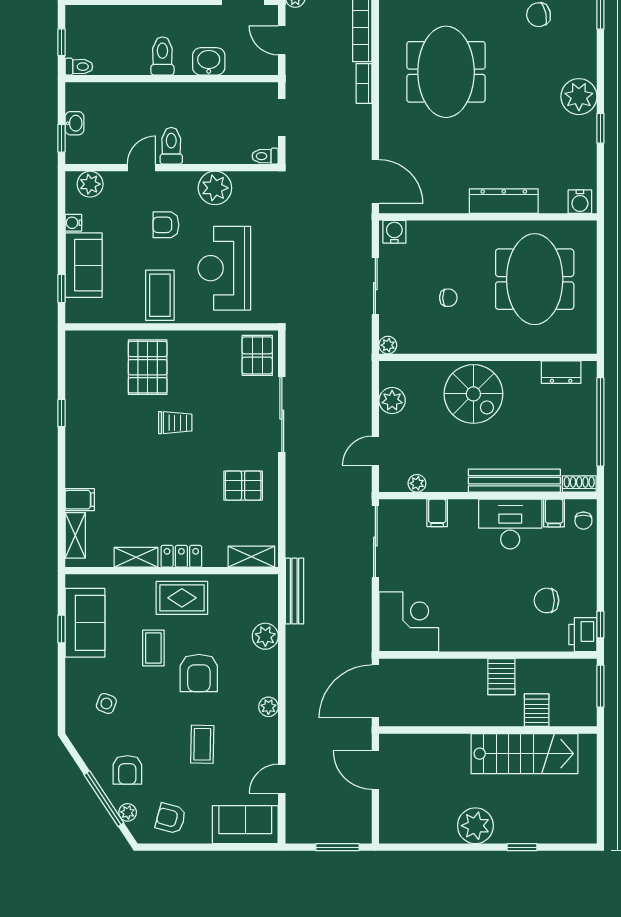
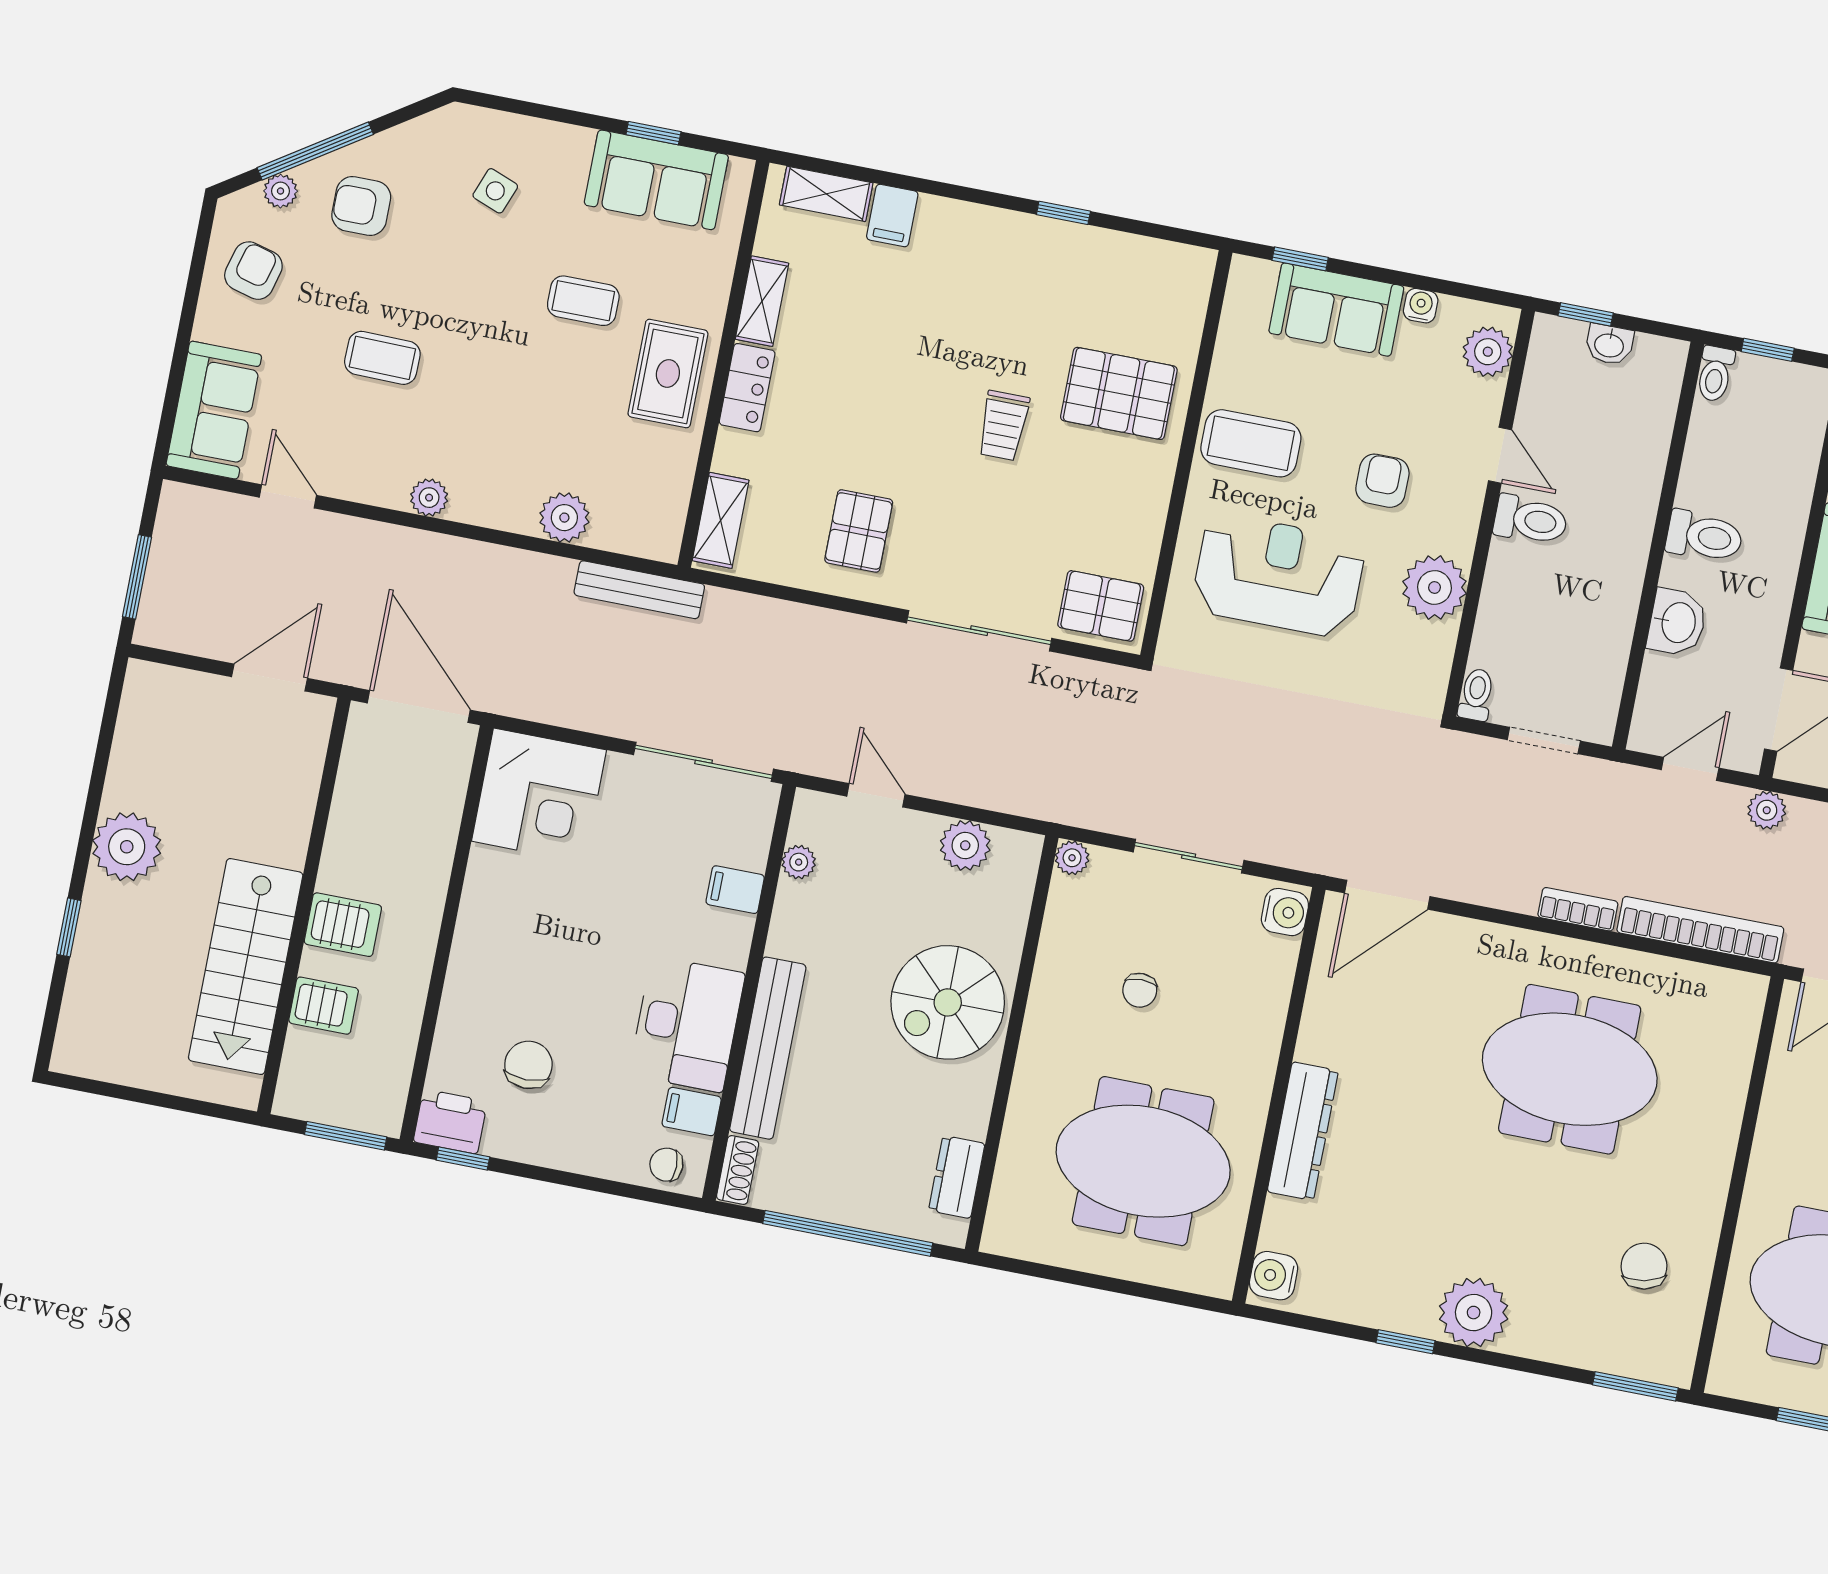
armchair: (199, 673) -> (519, 378), removed
server rack: (501, 677) -> (343, 925), moved, turned 180

